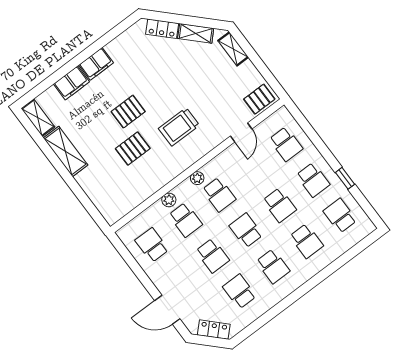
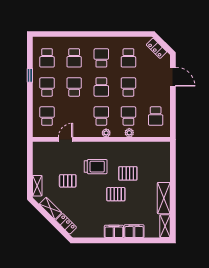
pallet: (259, 99) -> (68, 181), moved
school desk: (306, 241) -> (74, 58), turned 180

